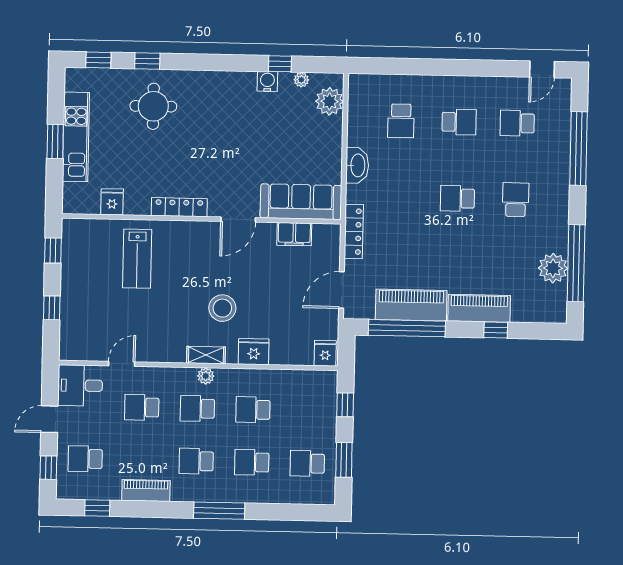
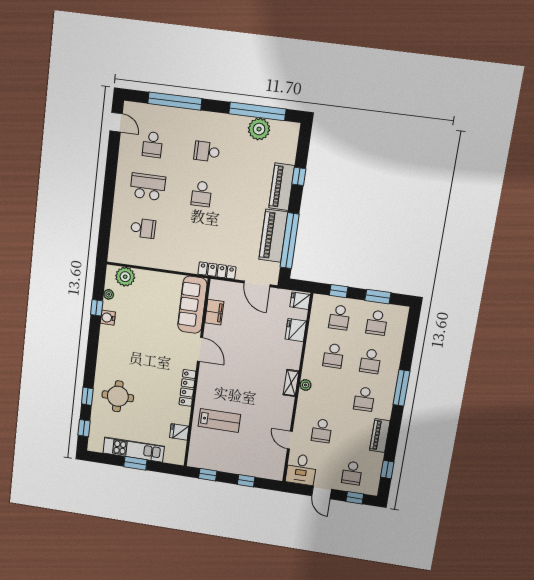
school desk: (459, 122) -> (148, 187), width x1.85
washbasin: (357, 165) -> (171, 263), removed
stool: (222, 308) -> (260, 368), removed
fridge: (254, 352) -> (296, 330), moved
school desk: (197, 408) -> (339, 317), moved

